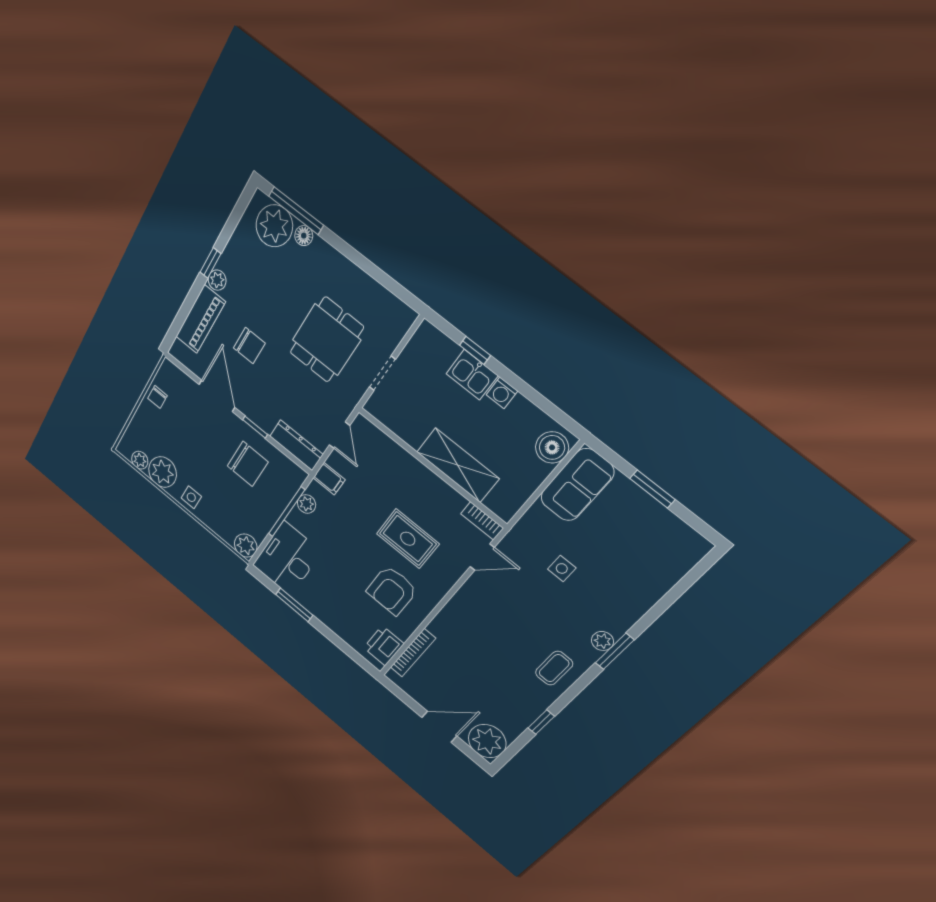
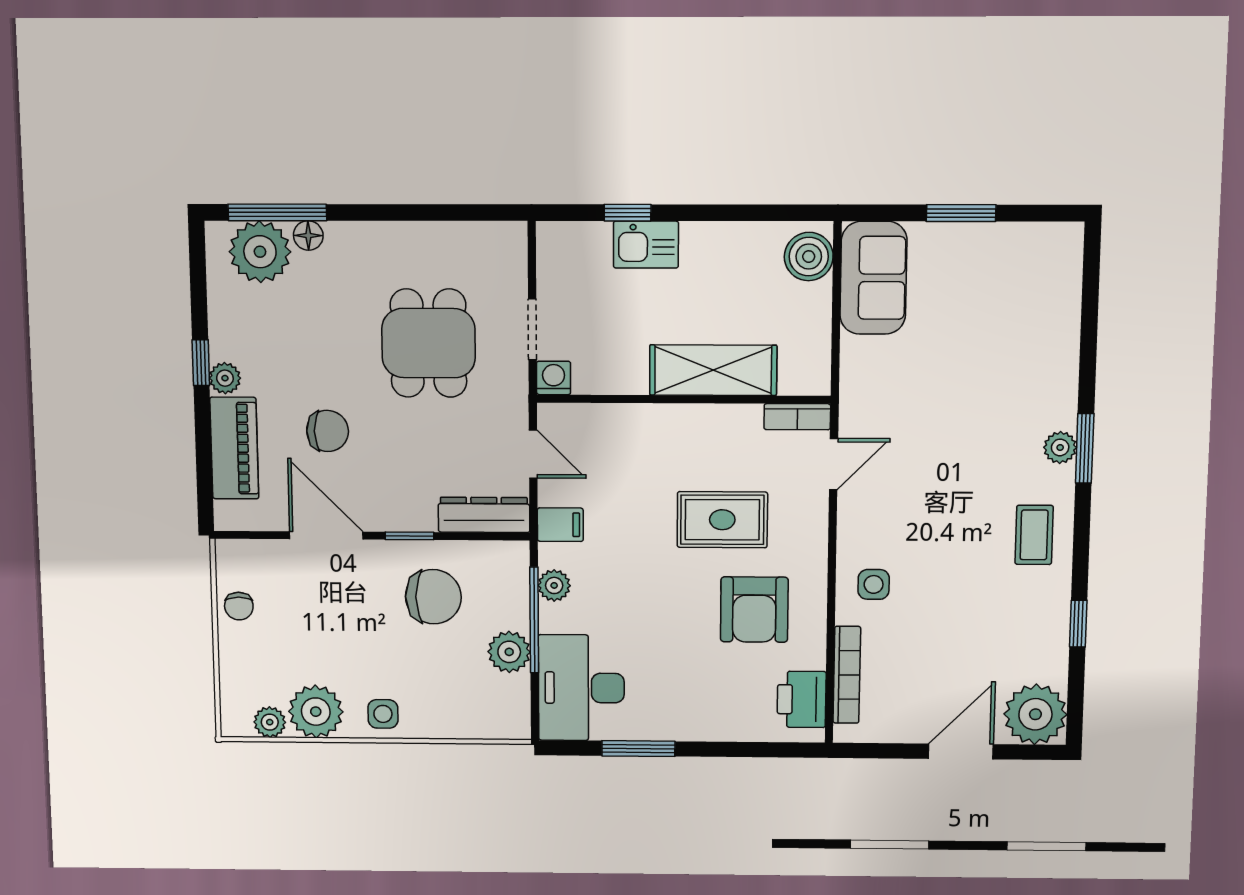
washing machine: (502, 393) -> (554, 378), moved, turned 180
plant: (246, 546) -> (509, 652), moved
side table: (562, 568) -> (874, 584), moved

